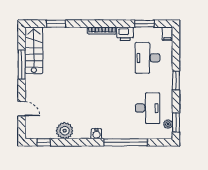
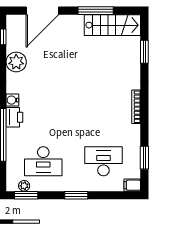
printer: (125, 34) -> (14, 117), moved, turned 180
door: (22, 109) -> (42, 11), width x1.88

